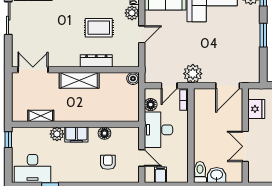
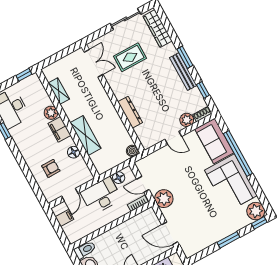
rug: (99, 28) -> (130, 57), moved, turned 90
shelving: (79, 80) -> (86, 135), moved

